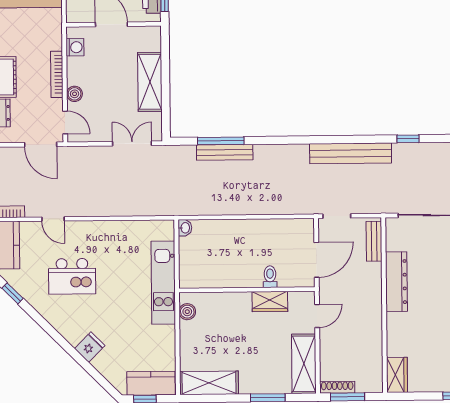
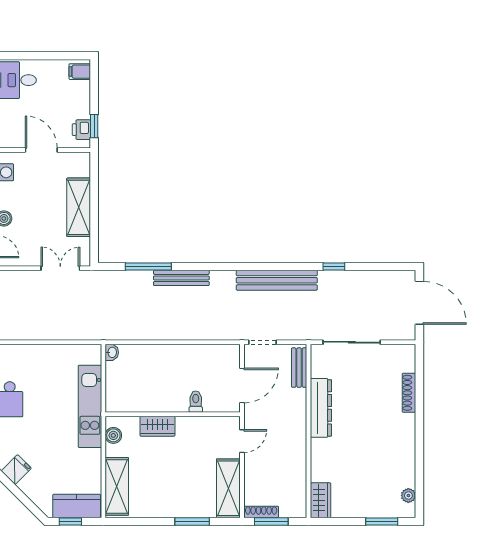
bench: (225, 152) -> (181, 278), moved
wardrobe: (270, 302) -> (157, 426), moved
shelving: (209, 383) -> (117, 486), moved, turned 90

